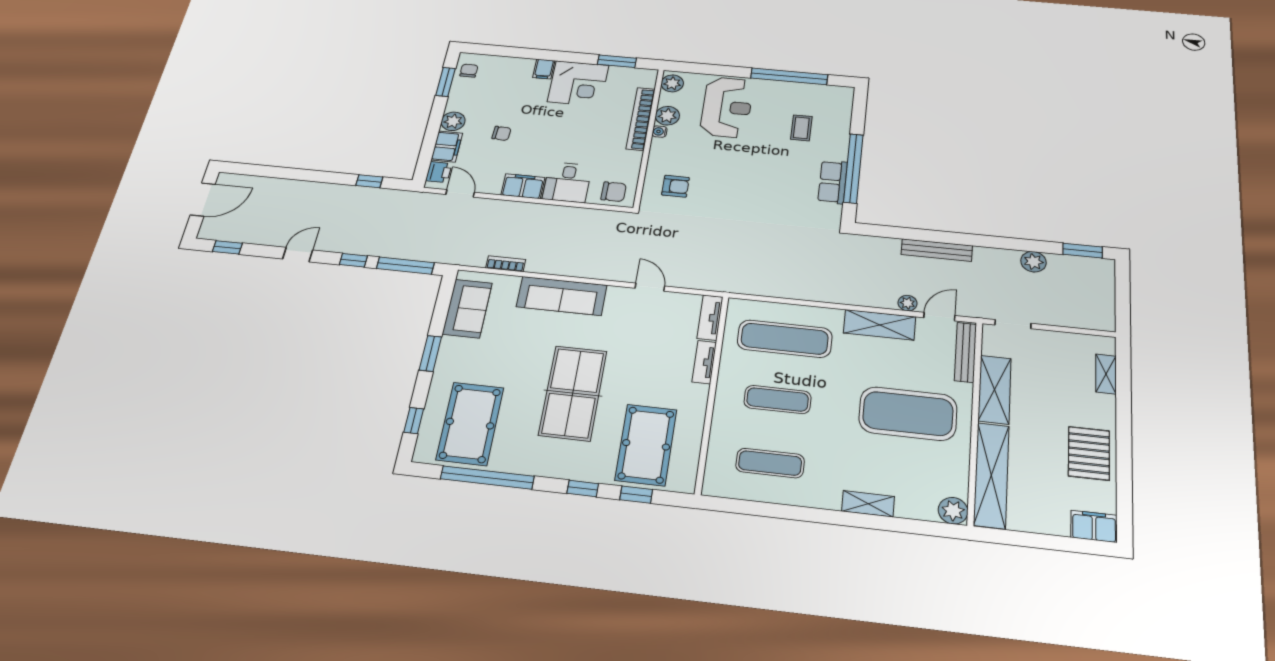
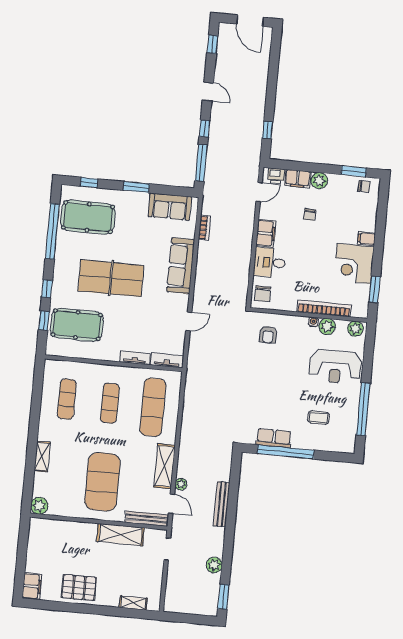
shelving: (991, 475) -> (63, 529), removed

